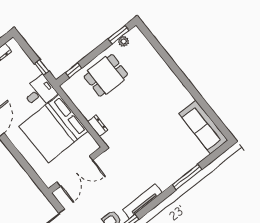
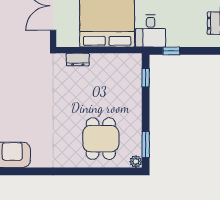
plant: (124, 41) -> (136, 162), moved
dining table: (106, 75) -> (101, 139), moved

